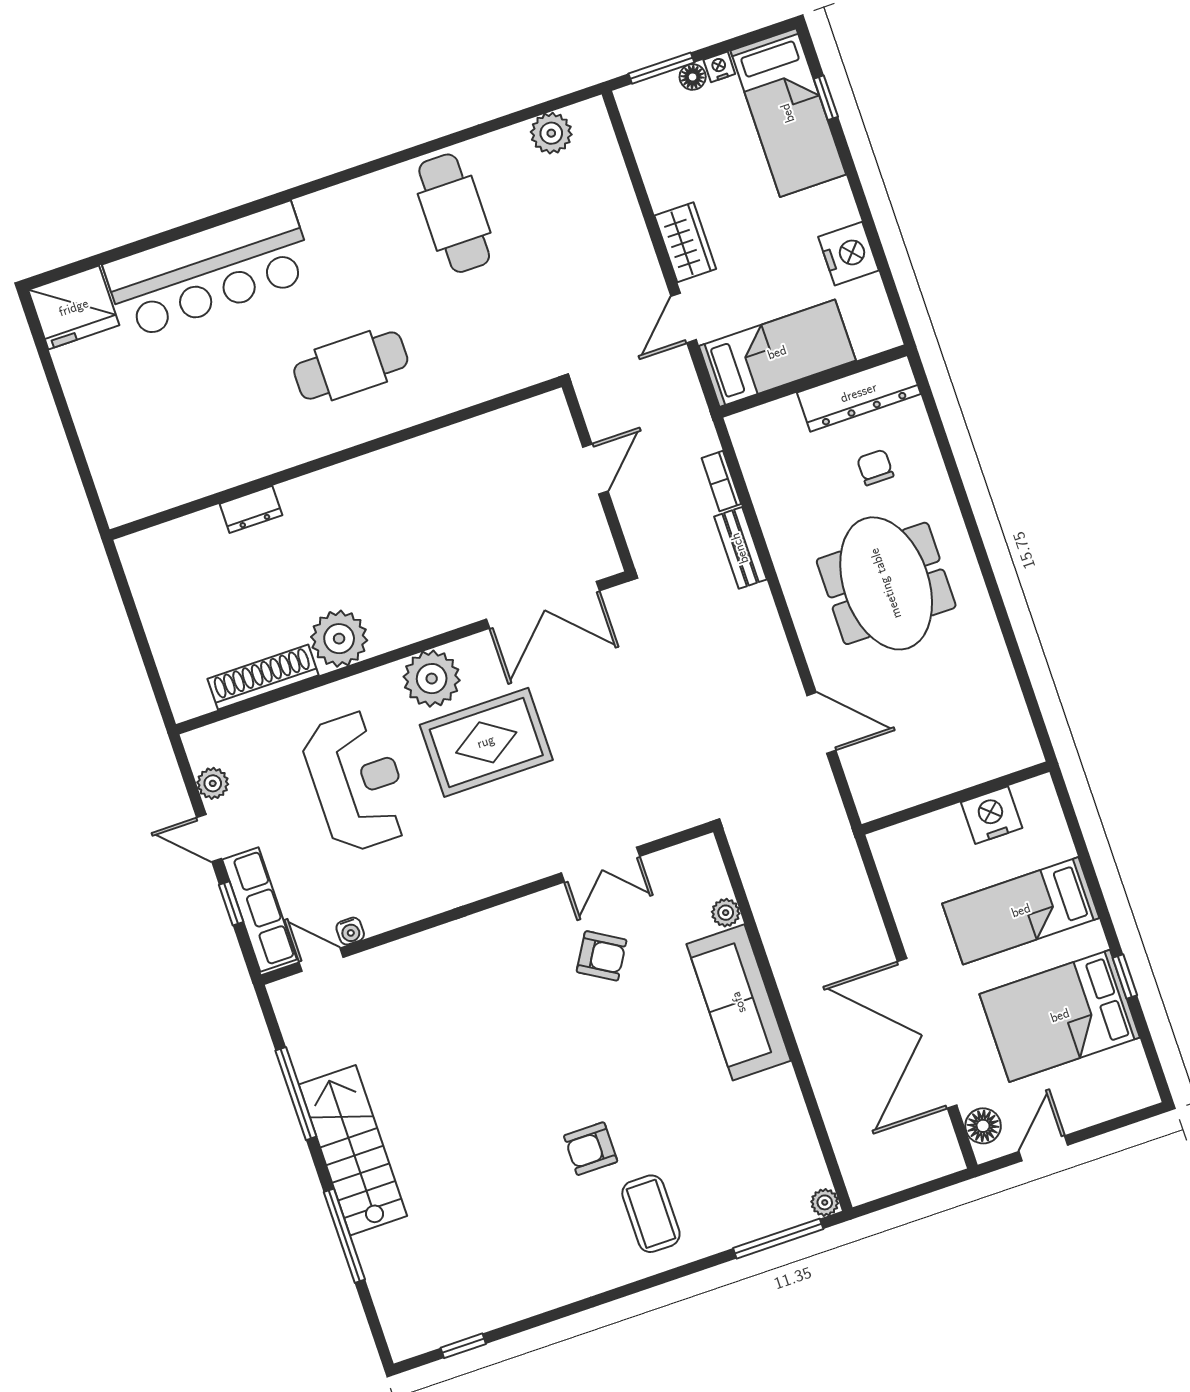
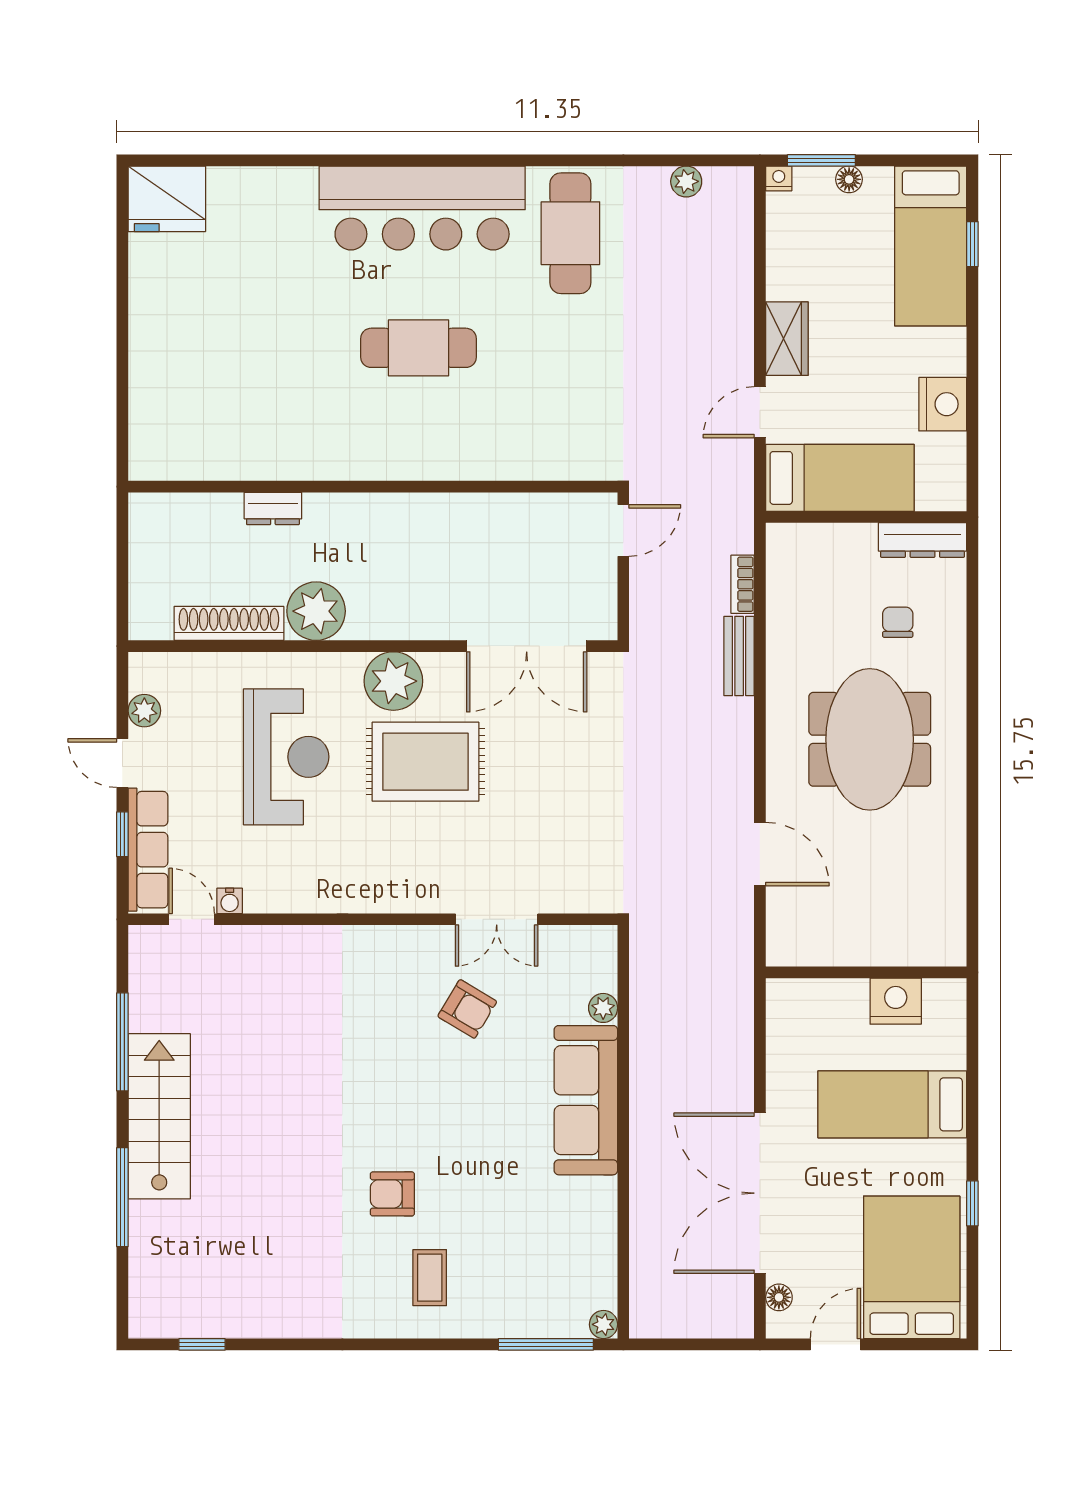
nightstand: (719, 67) -> (779, 178), moved
plant: (551, 133) -> (686, 181), width x0.73, depth x0.73
bar counter: (209, 271) -> (422, 208), moved
dresser: (859, 393) -> (923, 540), width x0.73, depth x0.80
wall: (336, 458) -> (373, 487), moved
dresser: (251, 509) -> (273, 509), moved
bed: (1060, 1016) -> (912, 1267), moved, turned 90
floor lamp: (983, 1126) -> (779, 1297), width x0.73, depth x0.73
coffee table: (651, 1214) -> (430, 1278), width x0.73, depth x0.77

